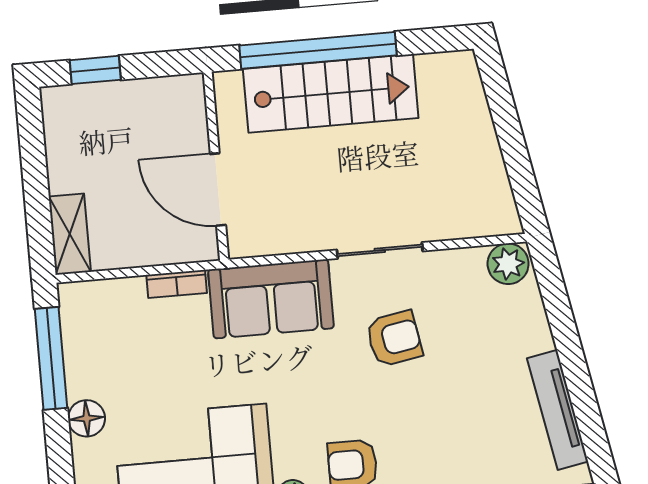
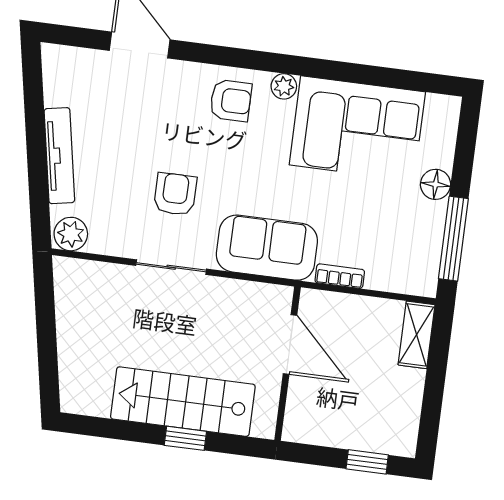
window: (318, 50) -> (185, 438), width x0.32
armchair: (394, 339) -> (175, 194), turned 100
tv unit: (558, 410) -> (59, 156), moved

